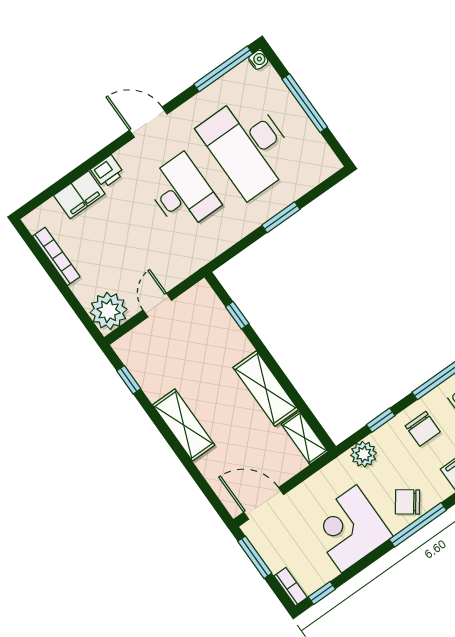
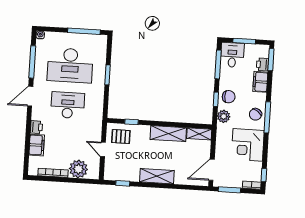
window: (223, 69) -> (32, 62), moved
window: (305, 103) -> (84, 31), moved
plant: (109, 311) -> (78, 169), moved
pallet: (200, 317) -> (121, 137), added
chair: (423, 429) -> (229, 97), moved

